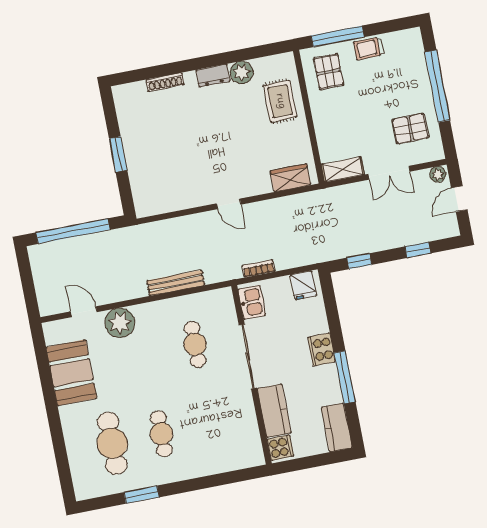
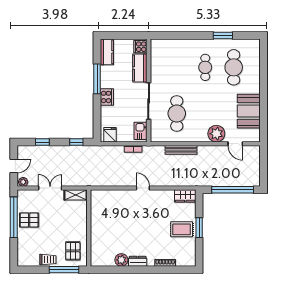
window: (437, 86) -> (14, 217), moved
rug: (280, 101) -> (182, 229), moved, turned 90
pallet: (410, 129) -> (29, 220), moved
wardrobe: (290, 178) -> (185, 196), moved
cafe table: (195, 344) -> (177, 114), width x1.37, depth x1.35

